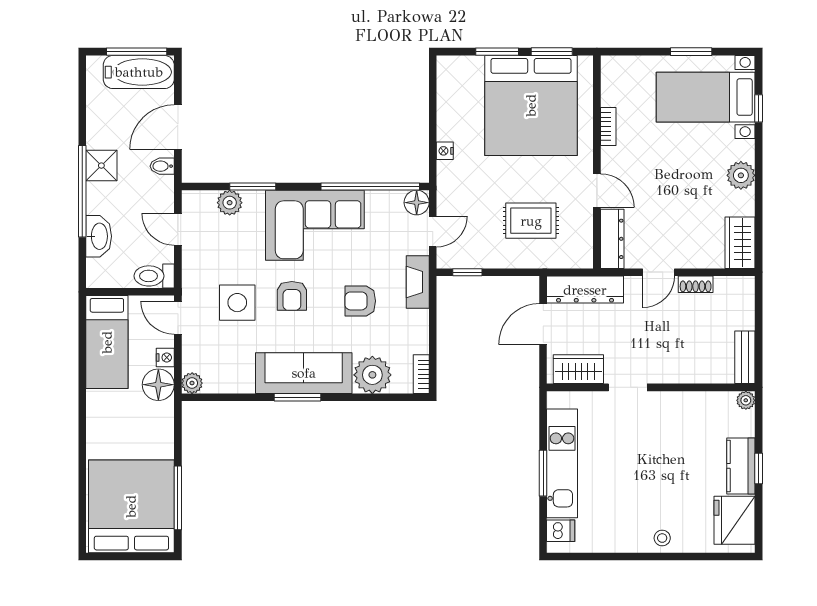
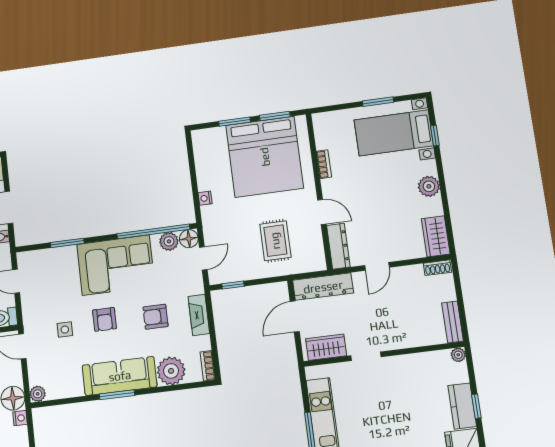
plant: (230, 203) -> (169, 241), moved
rug: (531, 221) -> (275, 241), turned 90
fireplace: (418, 282) -> (199, 315), moved
shoe rack: (696, 284) -> (437, 268), moved
side table: (237, 303) -> (65, 330), width x0.54, depth x0.54
nightstand: (165, 358) -> (20, 418), moved

